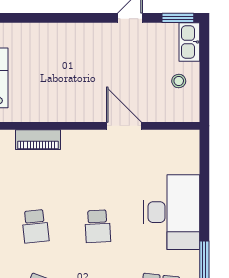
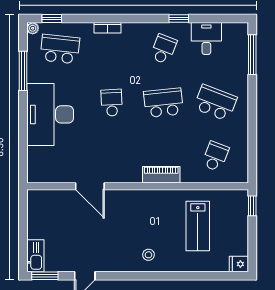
stool: (179, 81) -> (148, 255), moved
school desk: (35, 226) -> (163, 103), width x1.85

